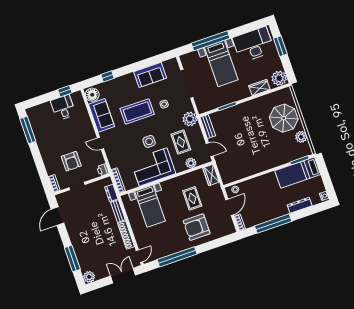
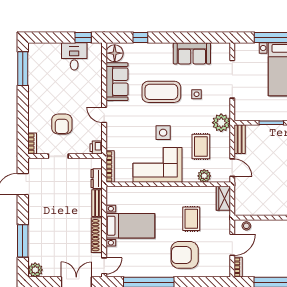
bed with nightstands: (150, 206) -> (130, 226), moved, turned -90

